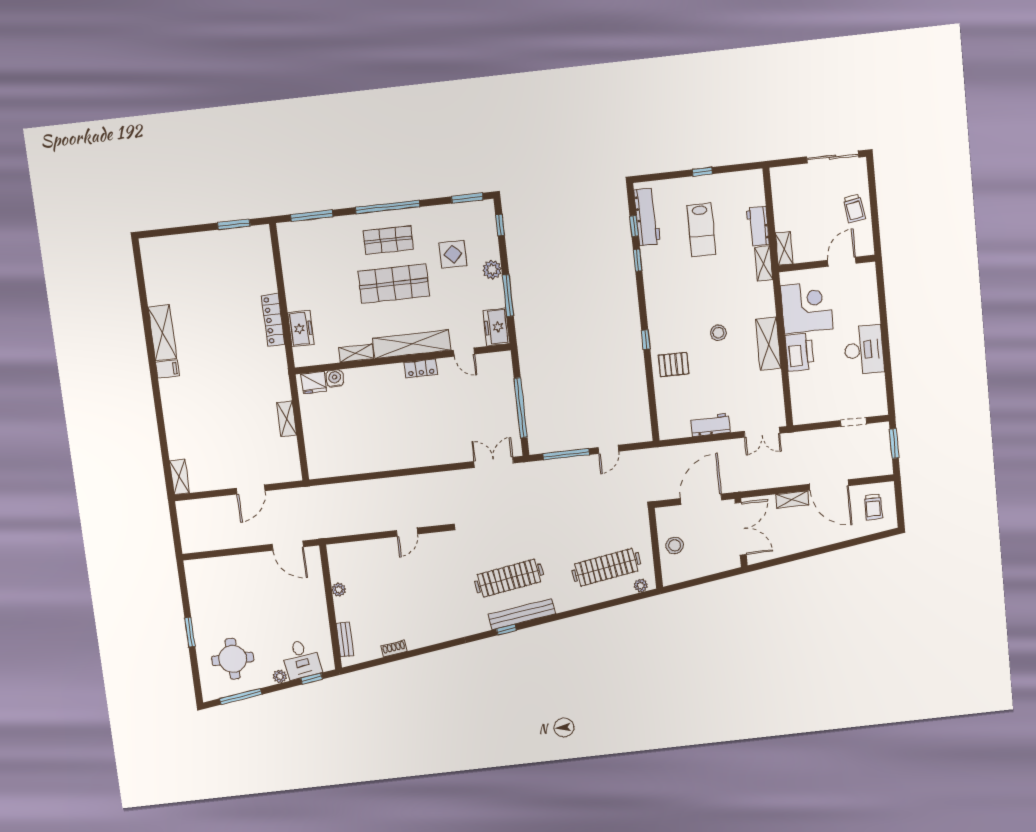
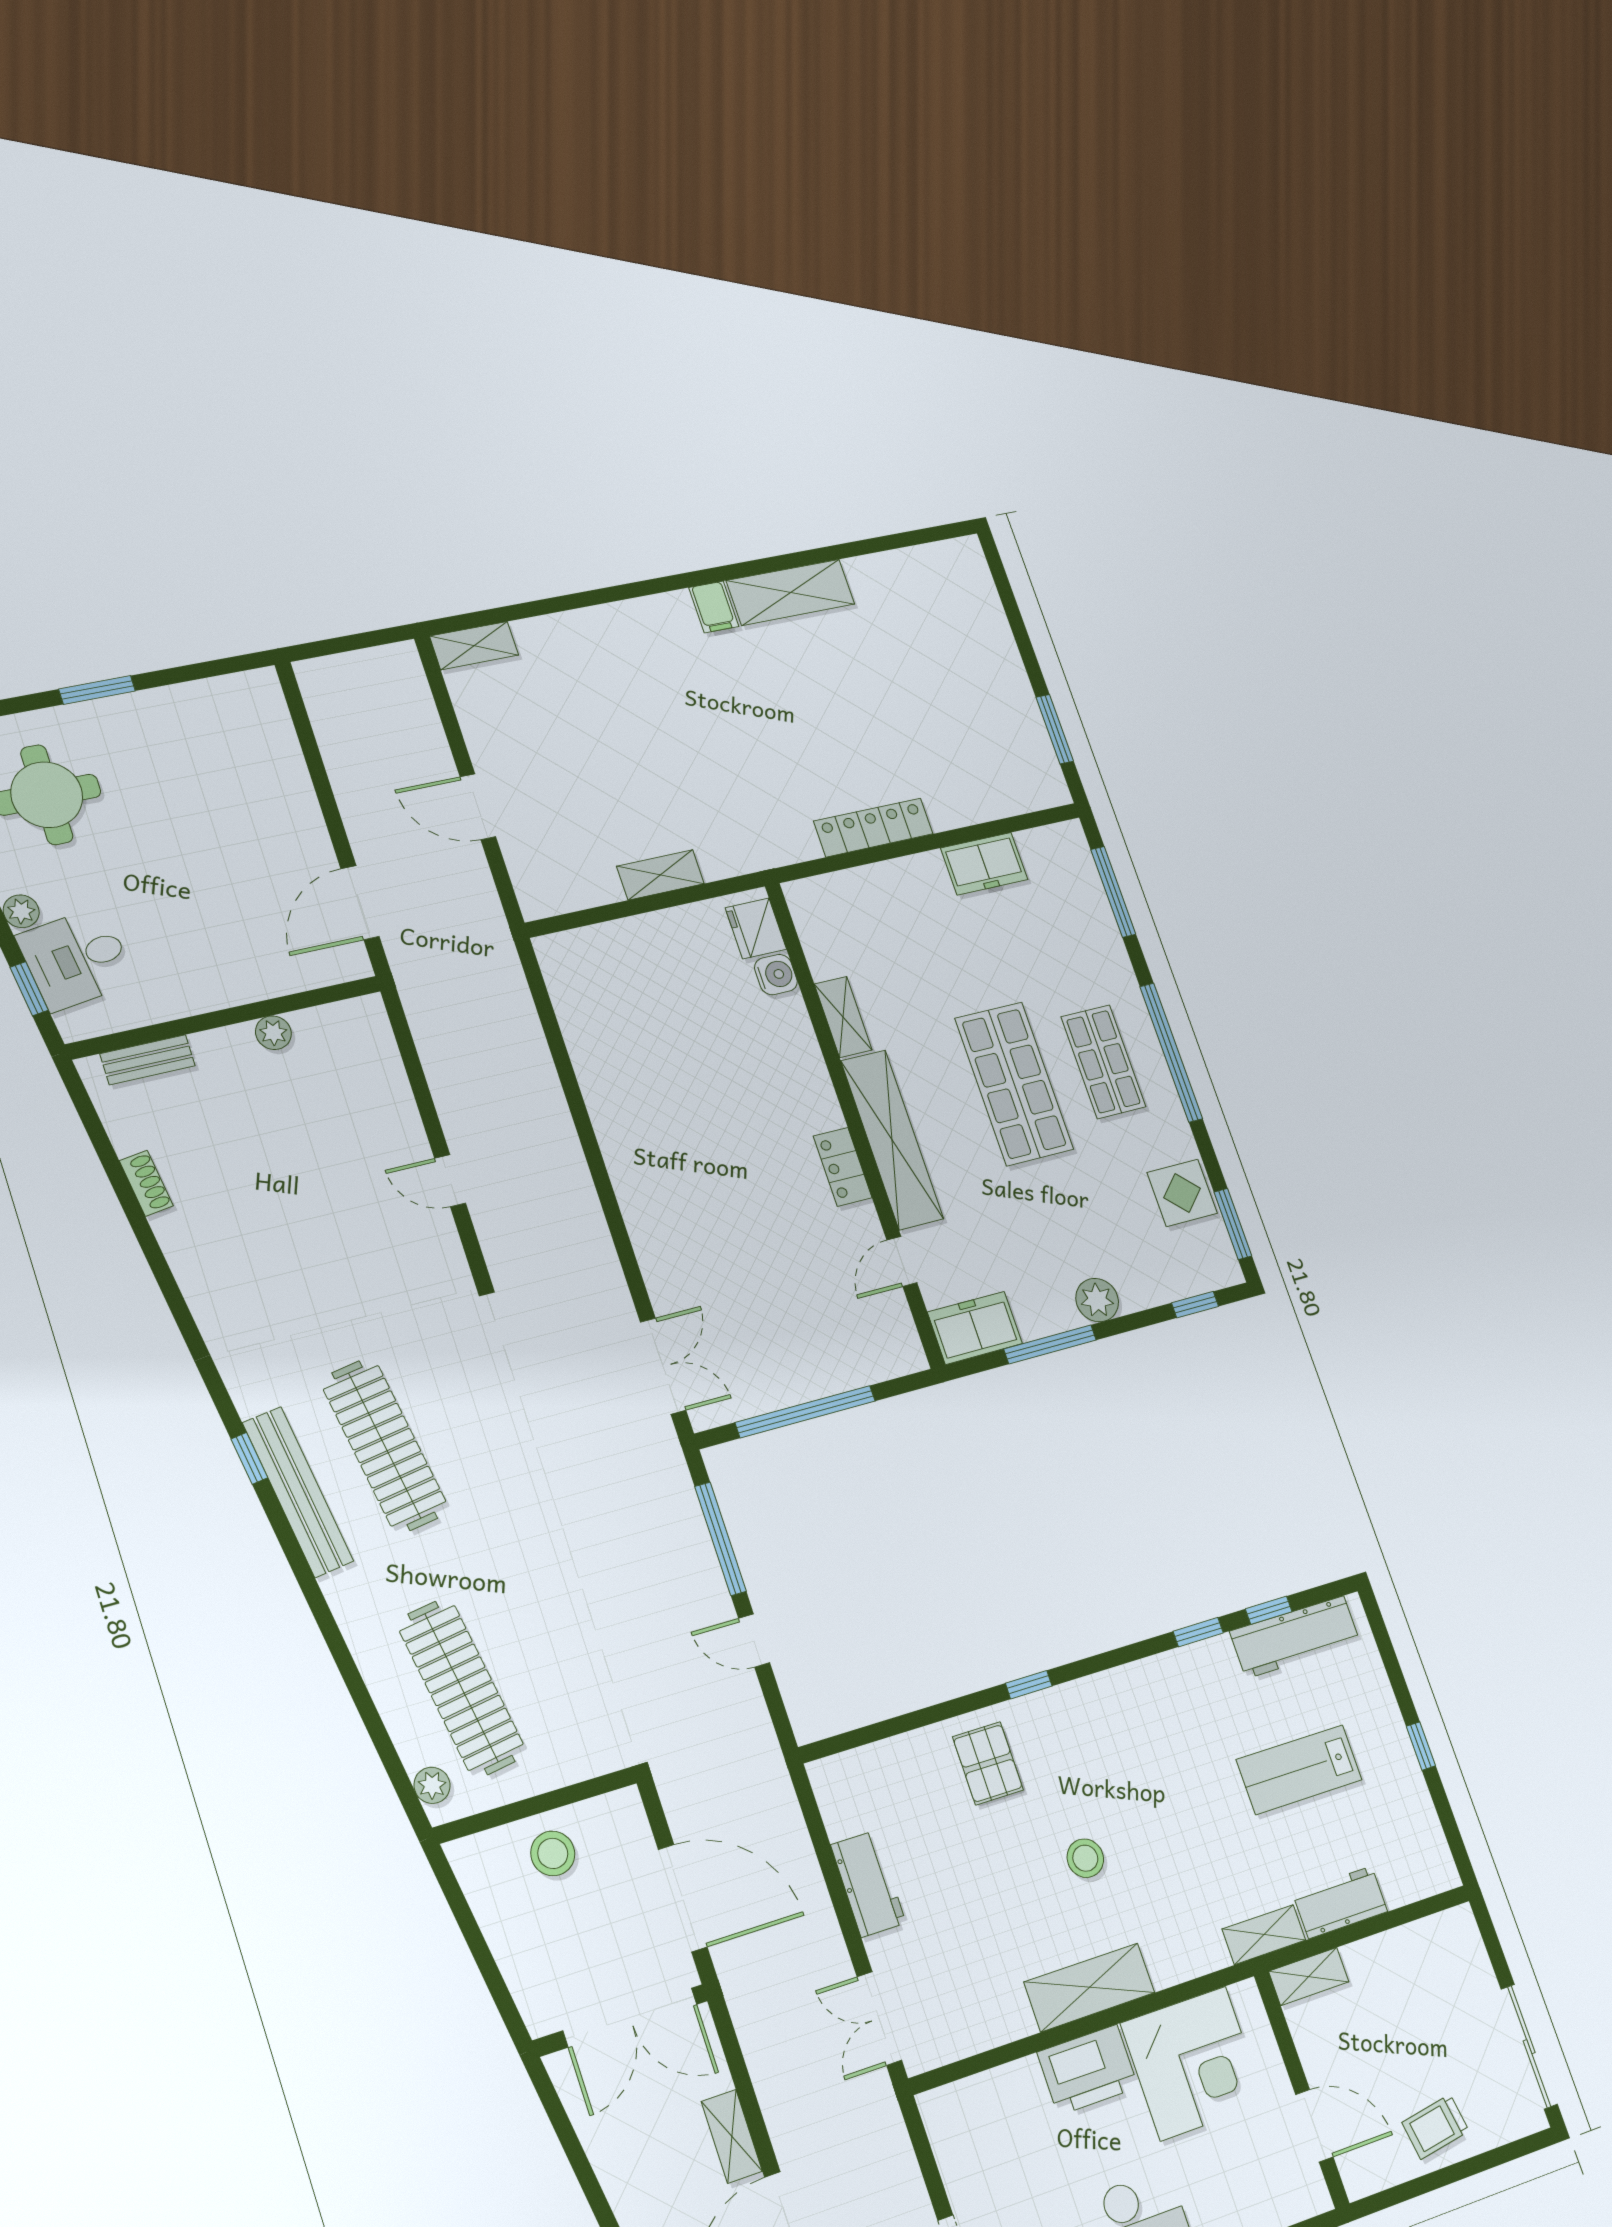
display table: (453, 254) -> (1182, 1193), moved
freezer: (301, 329) -> (984, 864), moved

